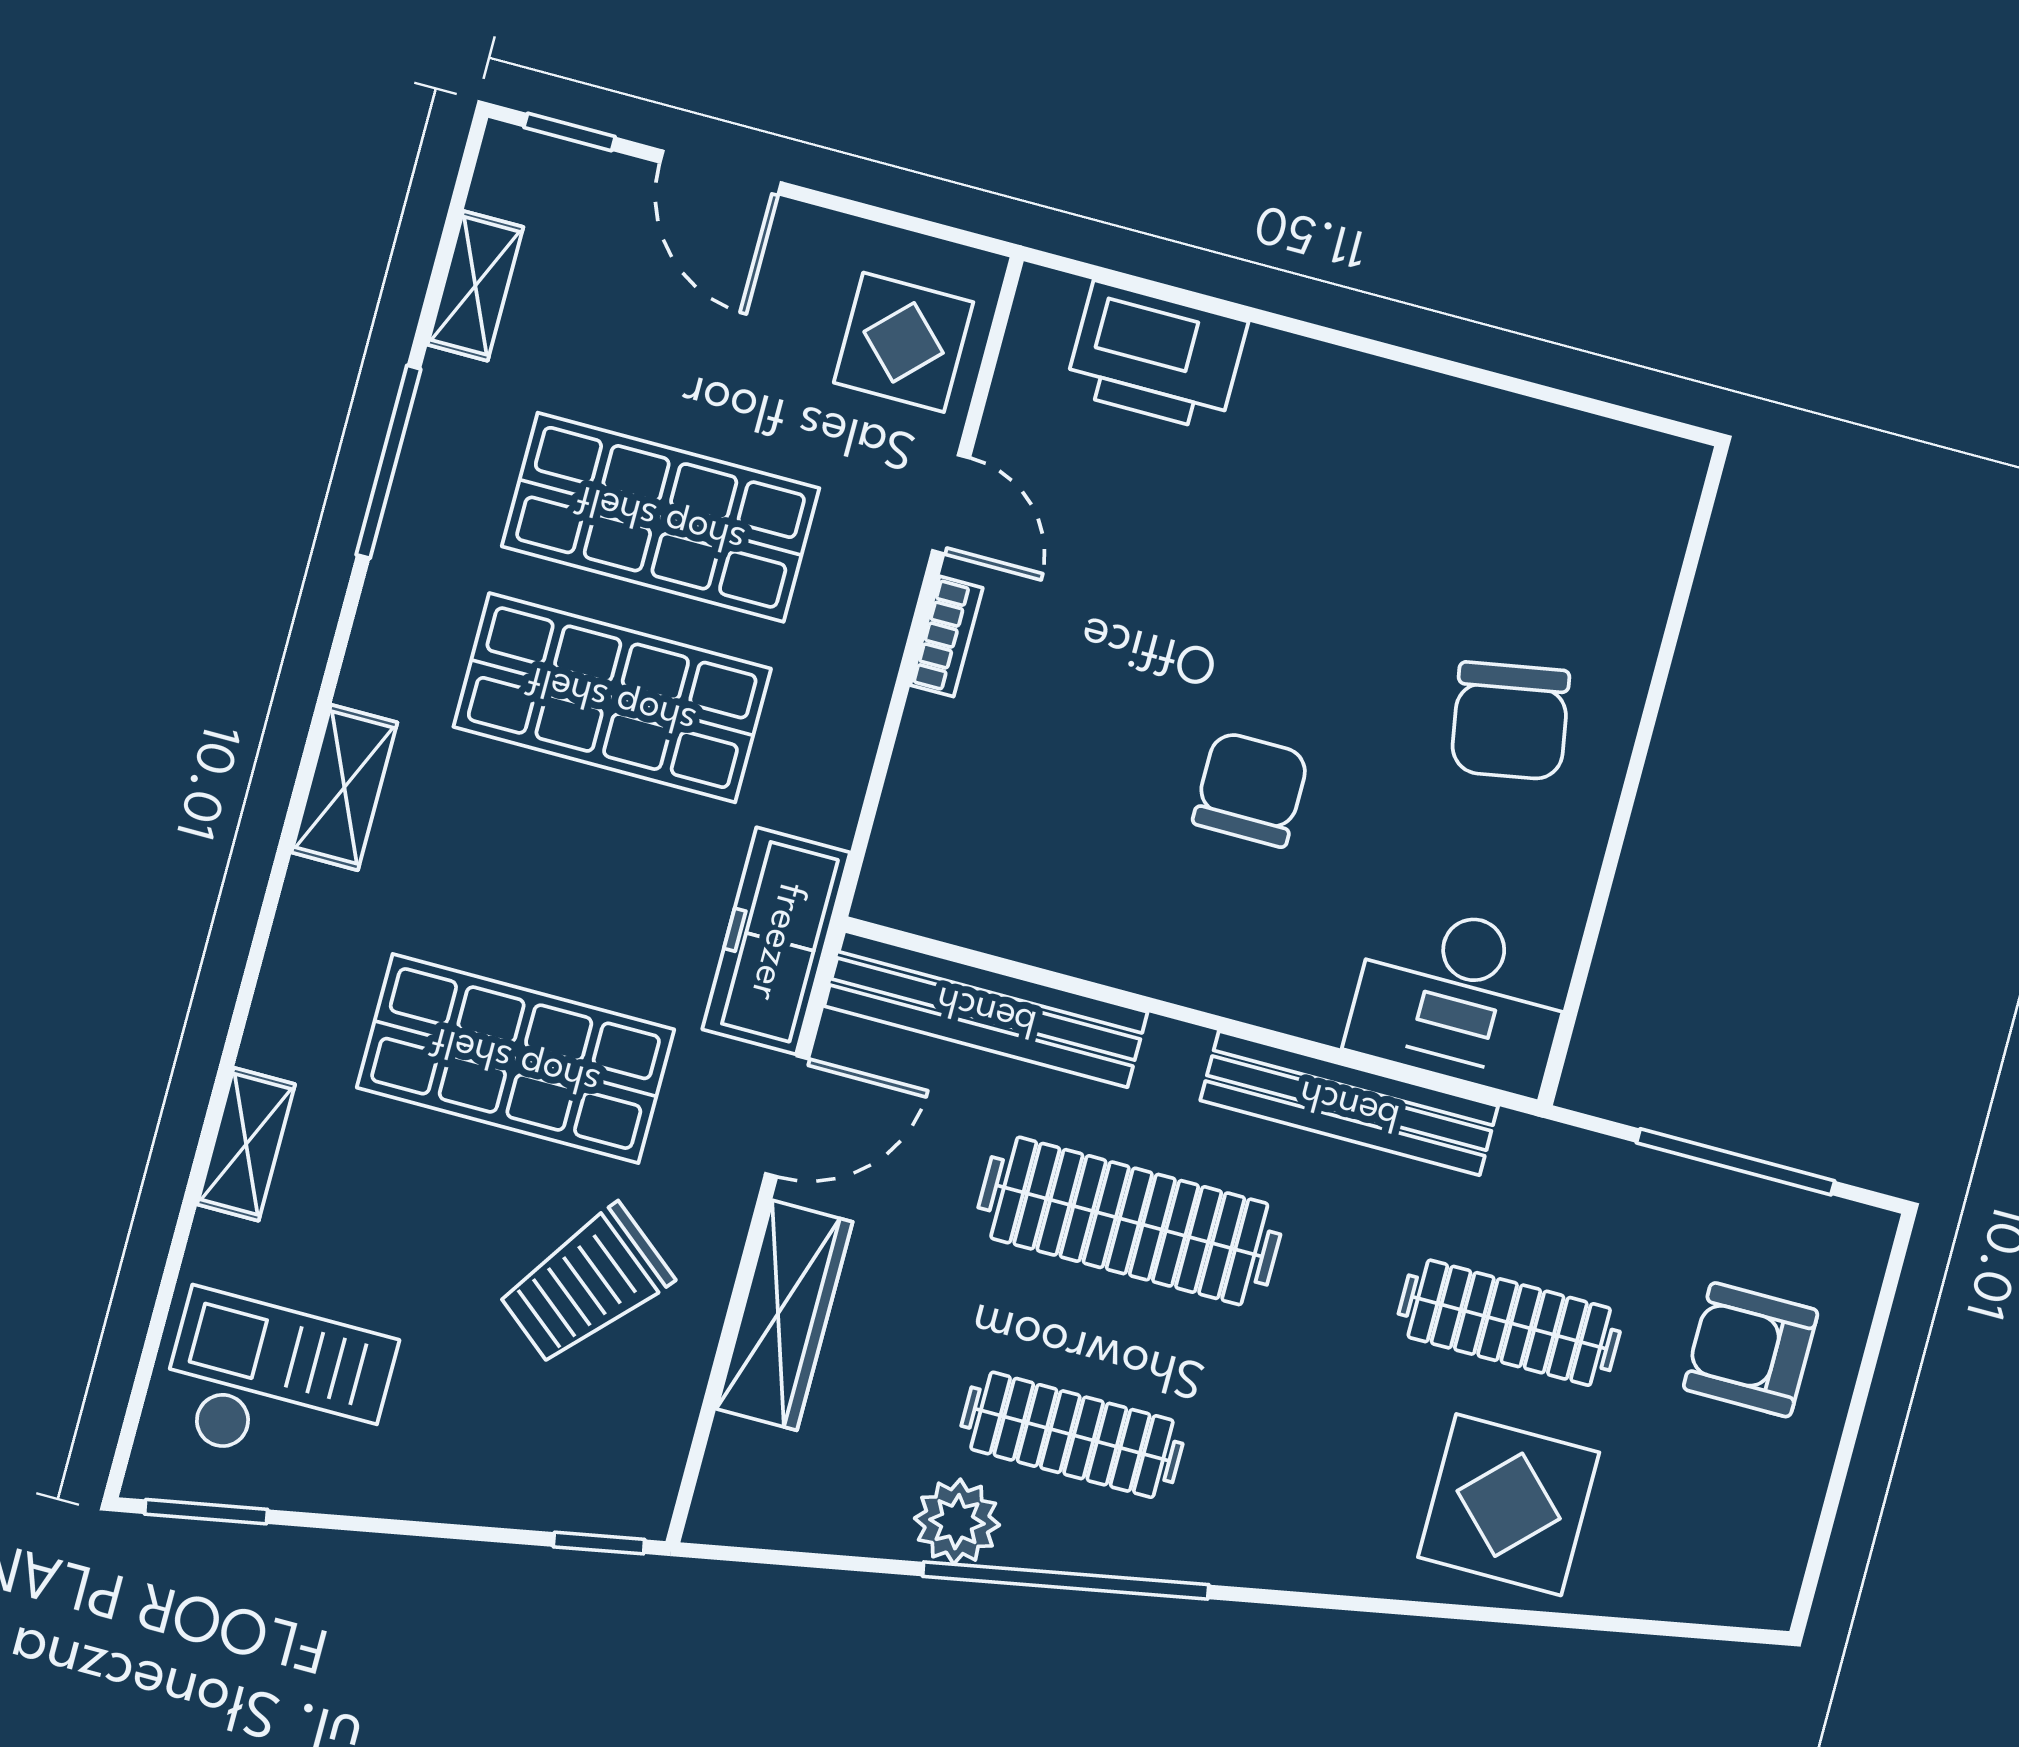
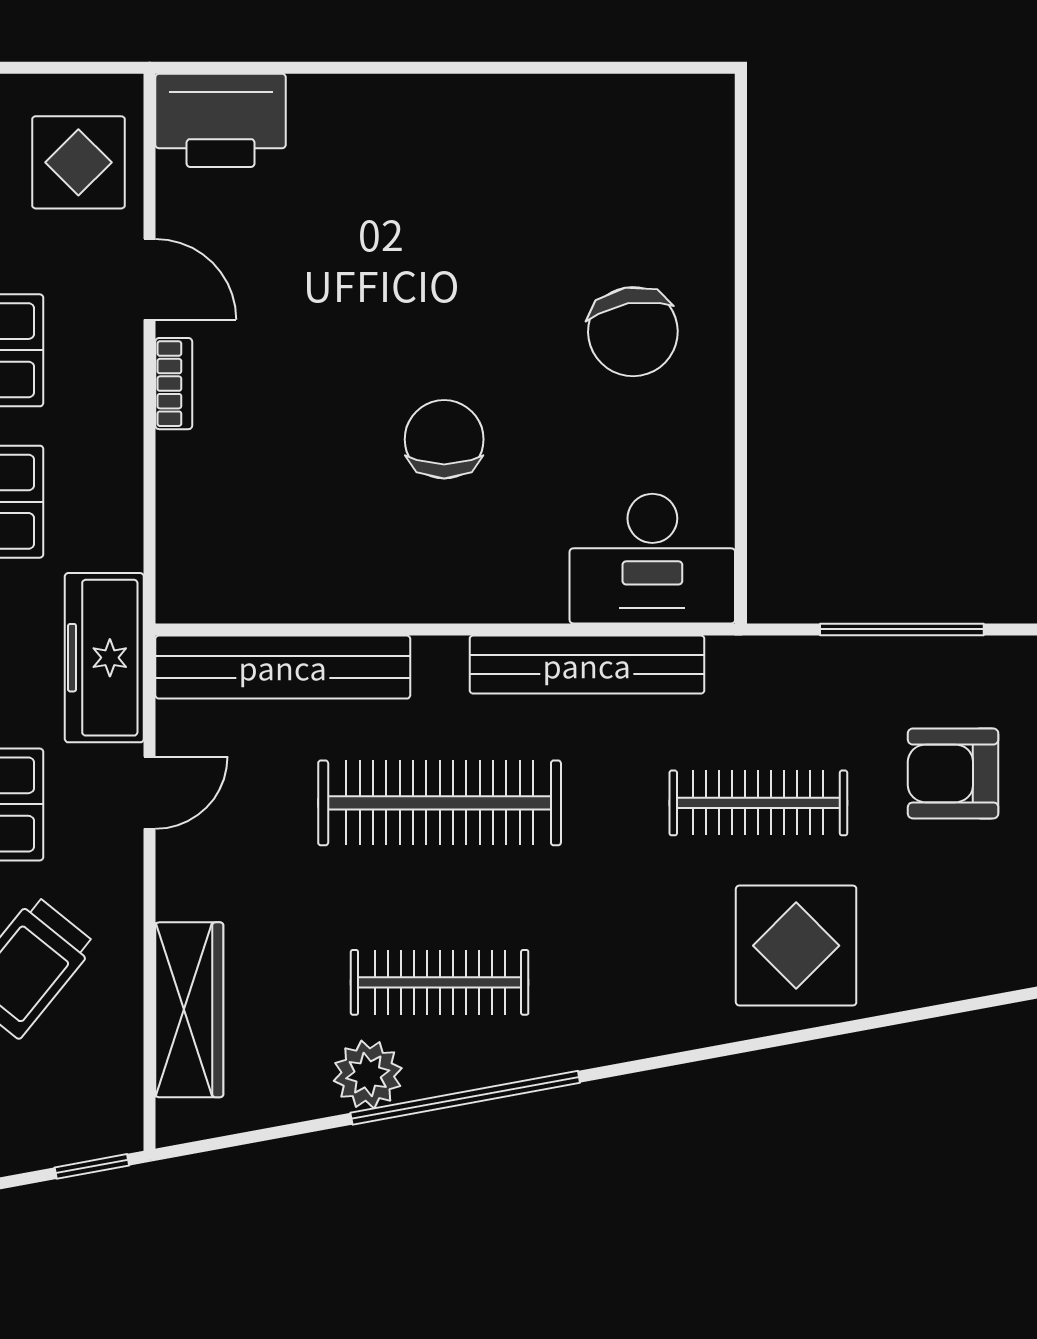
printer: (1156, 356) -> (221, 120), moved
door: (787, 1116) -> (150, 793), width x0.73
wardrobe: (784, 1315) -> (189, 1010), moved

